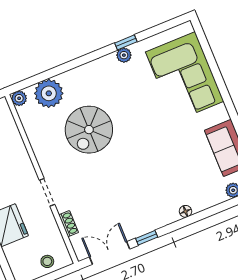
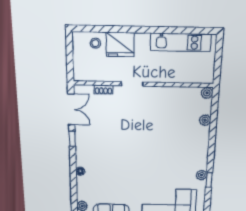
plant: (49, 93) -> (205, 120), width x0.53, depth x0.53
spiral stairs: (89, 130) -> (163, 132), removed
stool: (47, 261) -> (95, 43), moved

